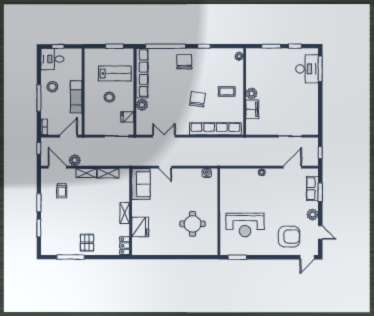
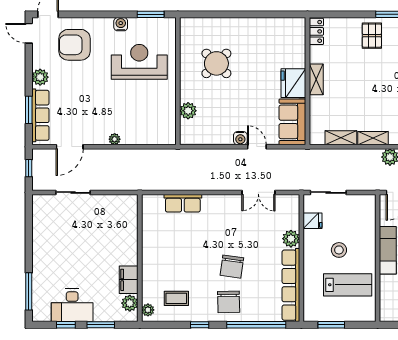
desk: (307, 69) -> (72, 305), moved, turned -90
lab bench: (115, 73) -> (348, 285), moved, turned 180
coffee table: (227, 91) -> (176, 298), moved
plant: (252, 93) -> (130, 303), moved
chair: (197, 99) -> (232, 267), moved
filing cabinet: (252, 109) -> (129, 280), moved
row of seats: (215, 129) -> (183, 203), width x0.50
water cooler: (207, 173) -> (240, 138), moved
row of seats: (312, 189) -> (40, 115), width x1.48
plant: (212, 192) -> (188, 111), added
round table: (193, 224) -> (216, 63), turned 45
fridge: (140, 227) -> (293, 83), moved
door: (320, 232) -> (29, 33), moved
water cooler: (258, 251) -> (121, 24), added

